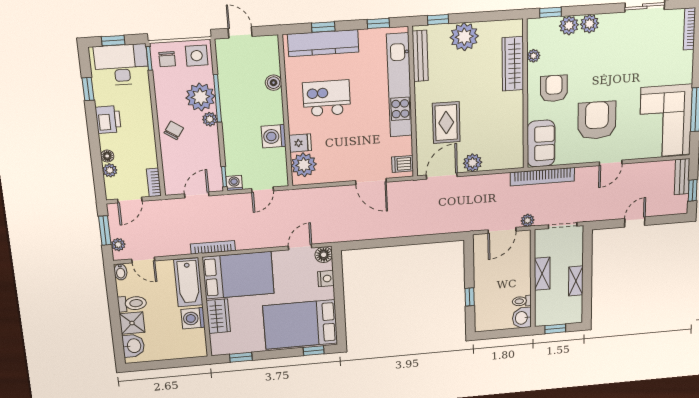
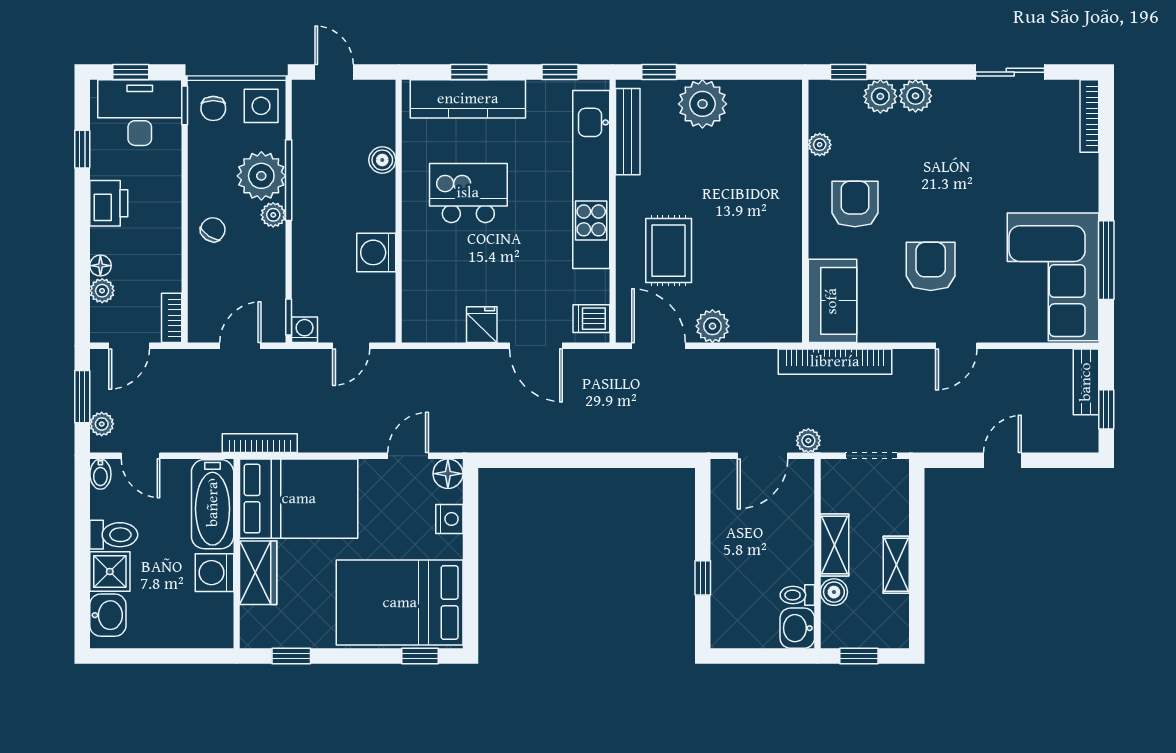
wardrobe: (513, 64) -> (784, 156), removed
armchair: (597, 120) -> (931, 266), width x0.73, depth x0.73
fridge: (300, 143) -> (482, 325), moved, turned -90
plant: (304, 165) -> (423, 307), removed
door: (442, 176) -> (658, 346), hinge flipped
boiler: (542, 298) -> (834, 592), added

